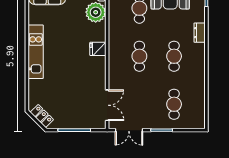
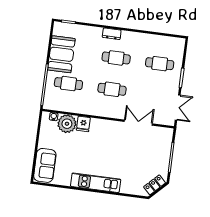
dresser: (200, 33) -> (112, 34), moved
fridge: (98, 49) -> (83, 124), moved
double door: (107, 105) -> (138, 123), moved

